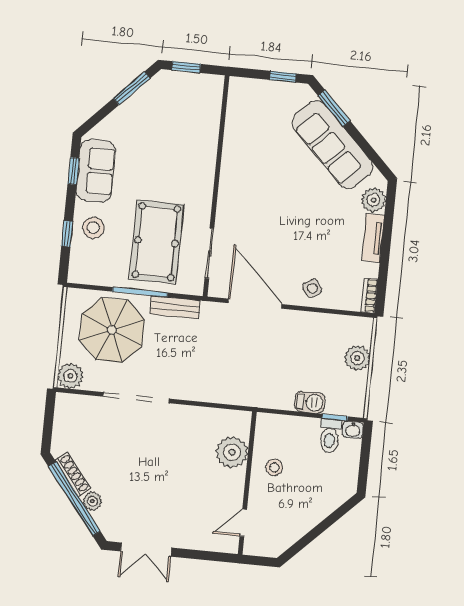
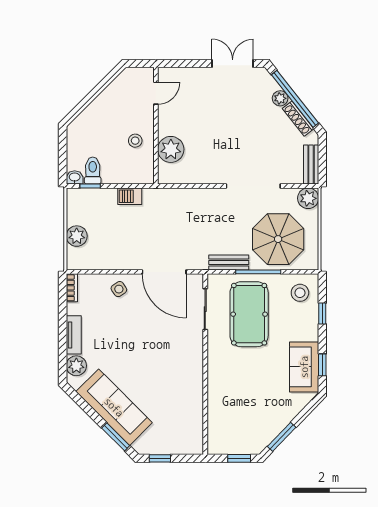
stool: (93, 228) -> (300, 293), moved
barbecue: (310, 402) -> (130, 196), moved
bench: (63, 417) -> (311, 164), added

